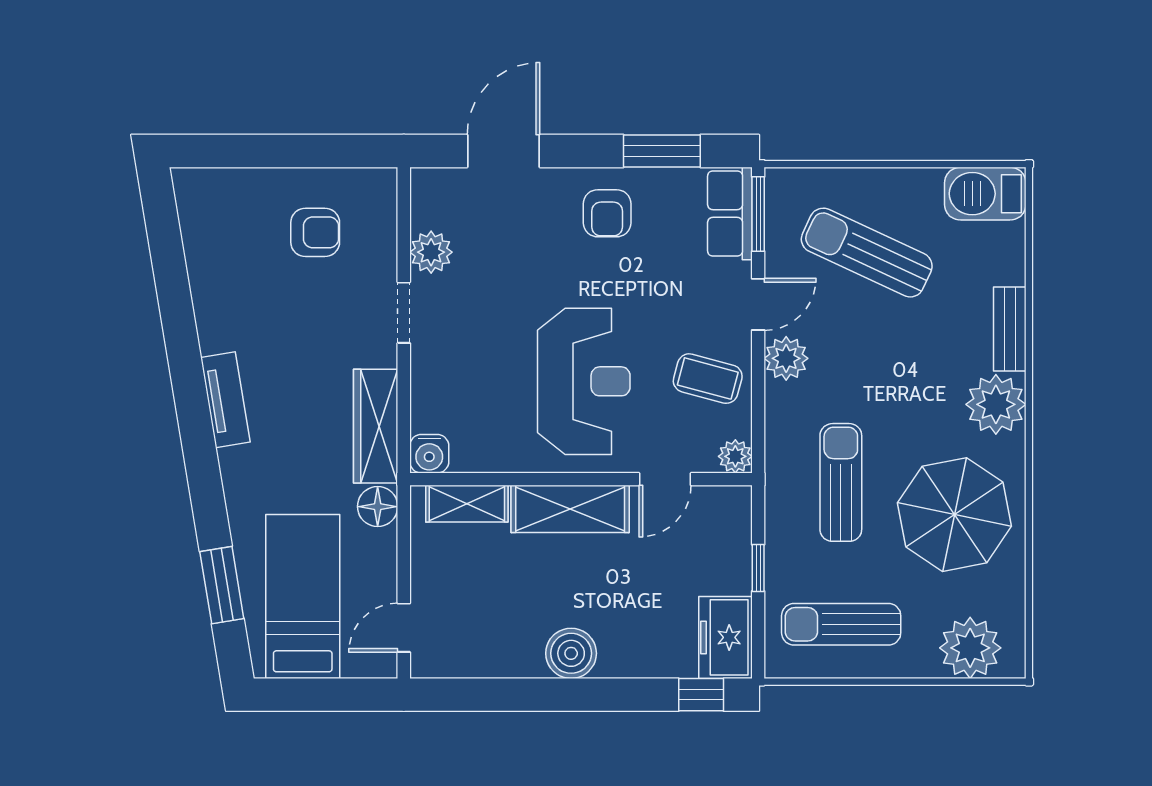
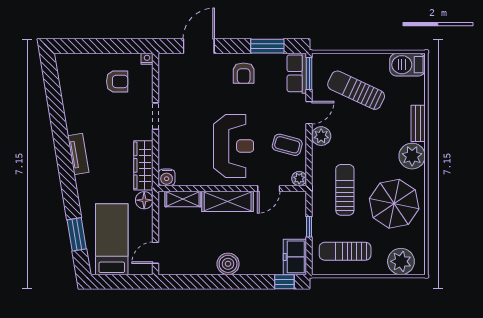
nightstand: (384, 180) -> (147, 59), added
plant: (431, 252) -> (167, 90), removed

